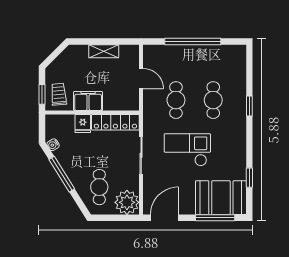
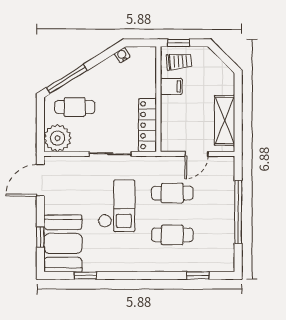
shelving: (104, 51) -> (225, 120), width x1.50, depth x1.33
filing cabinet: (88, 101) -> (171, 86), width x0.50
window: (249, 106) -> (198, 275), moved
fridge: (83, 124) -> (146, 88), removed
window: (62, 174) -> (67, 79), moved
door: (164, 218) -> (40, 180), swing flipped
window: (215, 218) -> (40, 237), width x0.46

